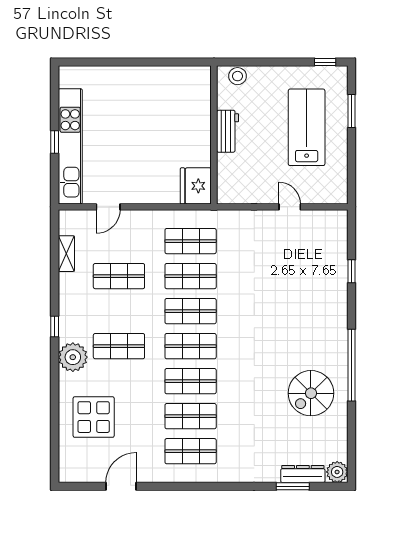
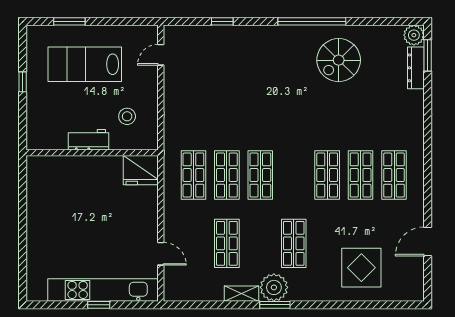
window: (325, 62) -> (23, 82), moved
stool: (238, 76) -> (127, 116), moved
door: (290, 207) -> (161, 55), moved
shelving: (66, 254) -> (241, 294), moved
window: (55, 326) -> (275, 305), width x1.50
shop shelf: (191, 346) -> (294, 175), removed
plant: (73, 357) -> (274, 287), moved
spiral stairs: (311, 393) -> (339, 60), turned 90
door: (121, 486) -> (428, 241), hinge flipped
window: (293, 486) -> (428, 55), moved

